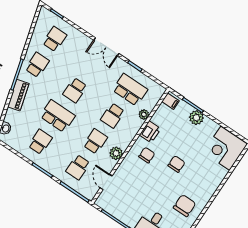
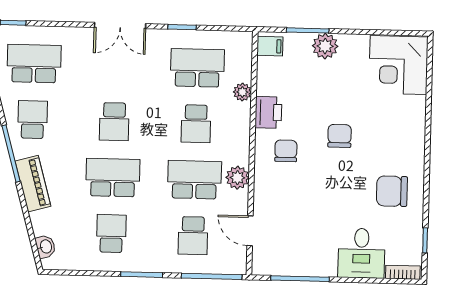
school desk: (55, 39) -> (34, 64), width x1.85
school desk: (95, 141) -> (194, 180), width x1.85
chair: (185, 206) -> (392, 191), turned -90

